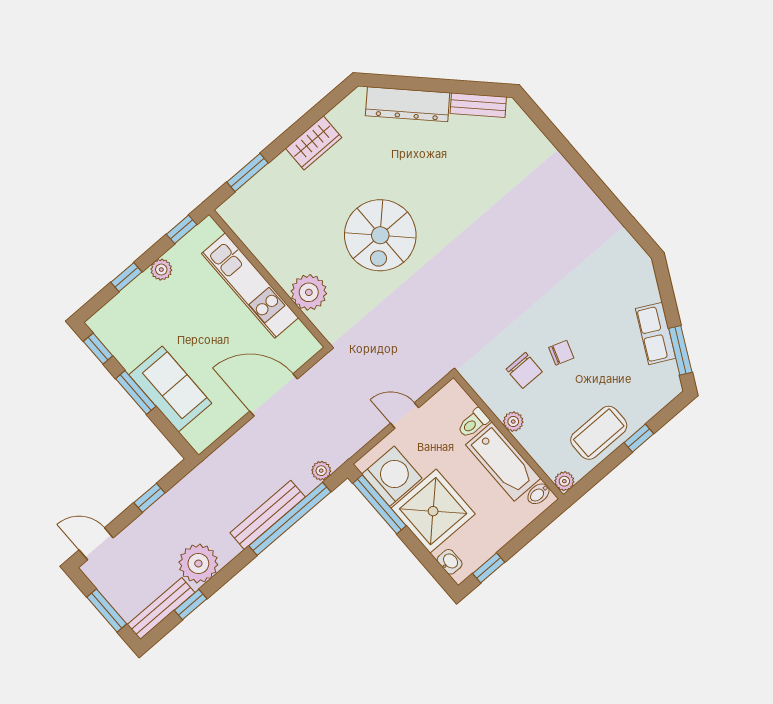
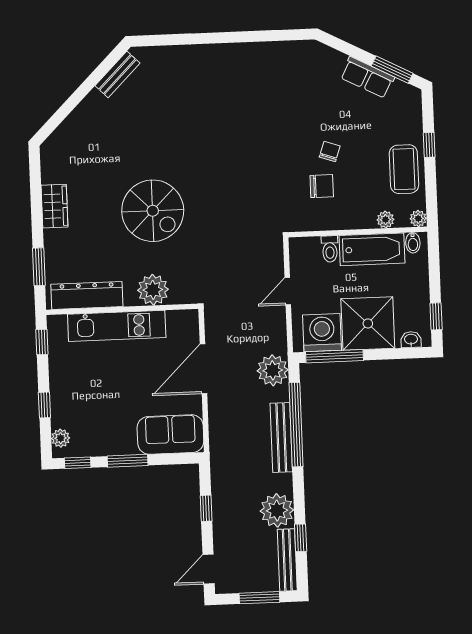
dresser: (408, 104) -> (87, 295), moved, turned -135
plant: (161, 270) -> (61, 438), moved
sofa: (170, 389) -> (170, 434), moved
plant: (513, 422) -> (385, 220), moved
plant: (321, 471) -> (273, 370), width x1.88, depth x1.88

